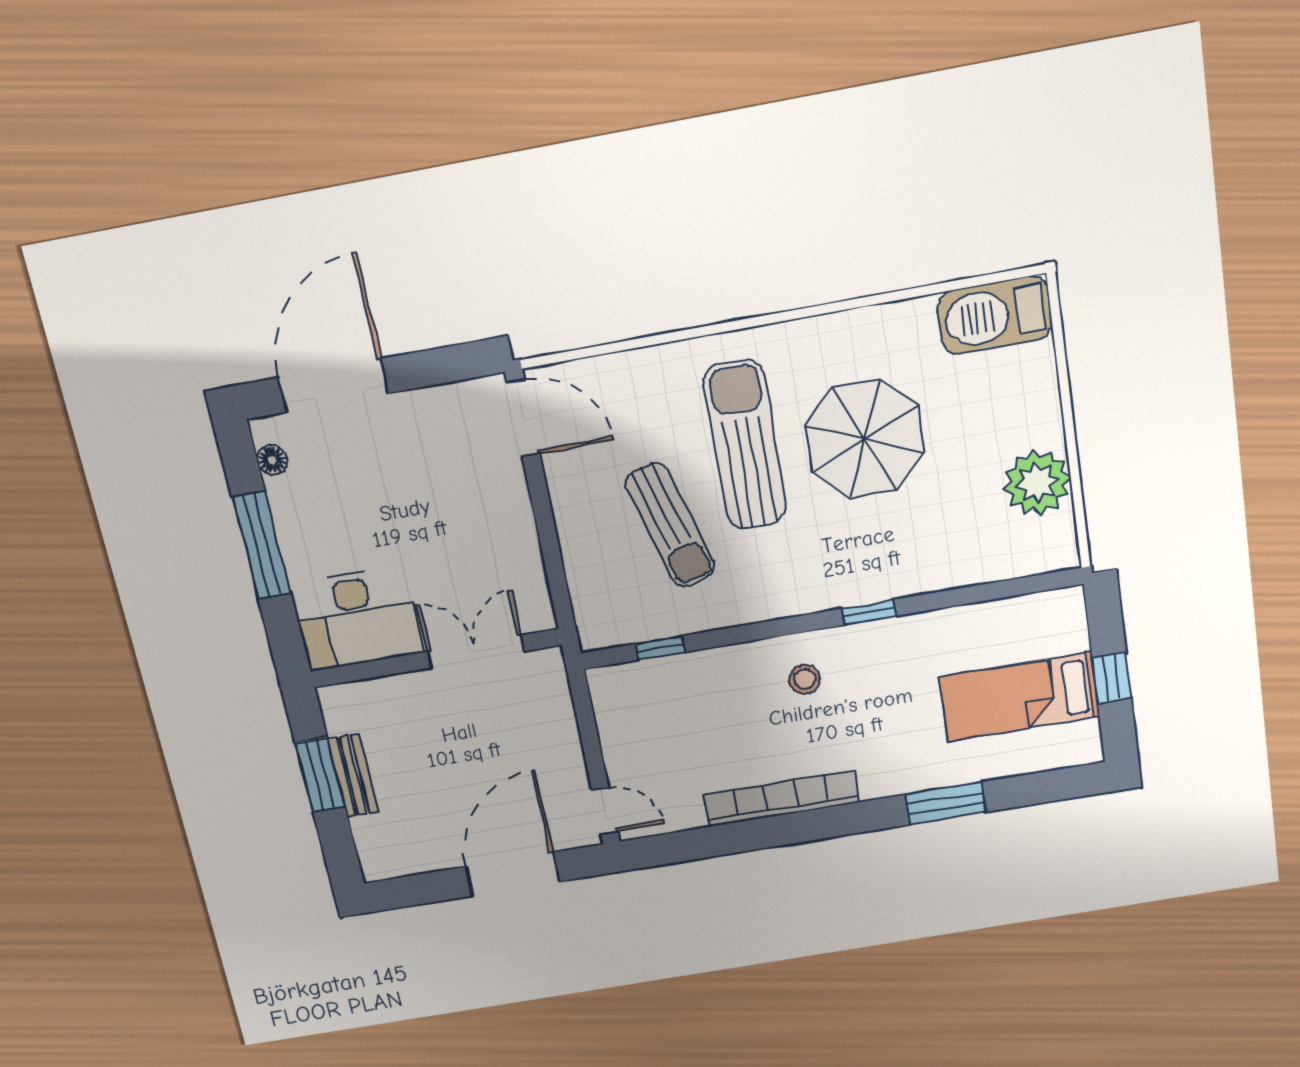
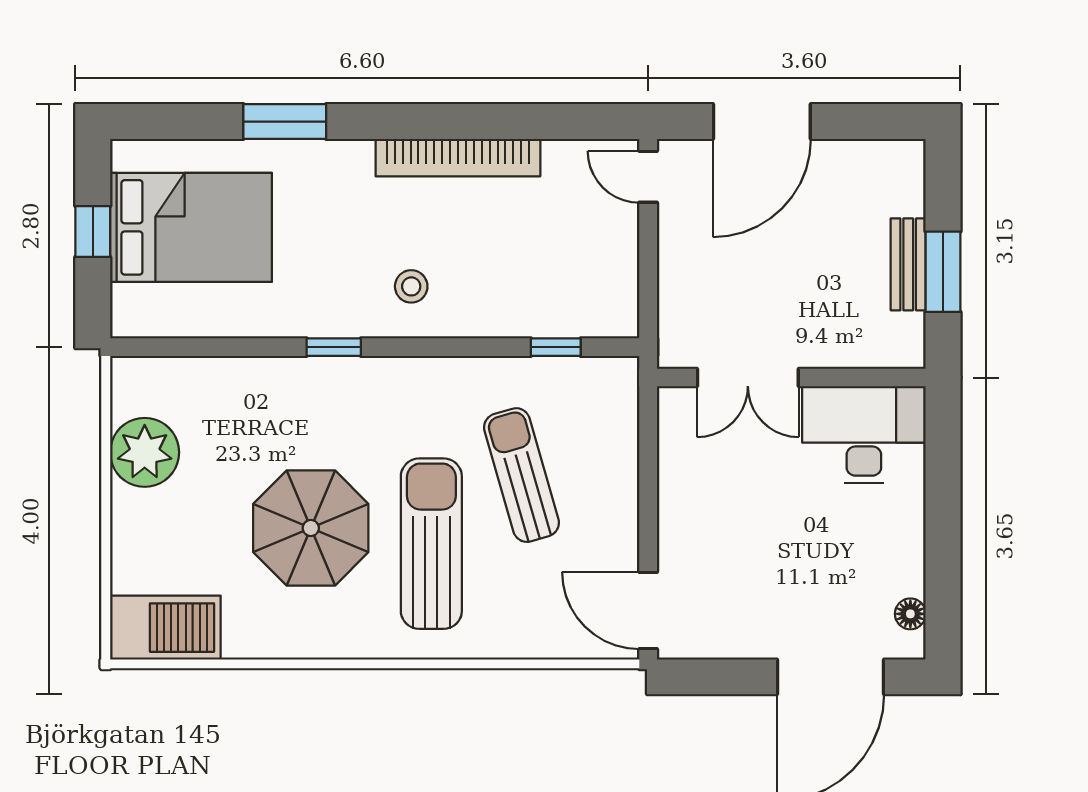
sun lounger: (745, 445) -> (431, 544), turned 180
window: (261, 545) -> (943, 529), removed
bed: (1019, 697) -> (191, 227), width x1.50

